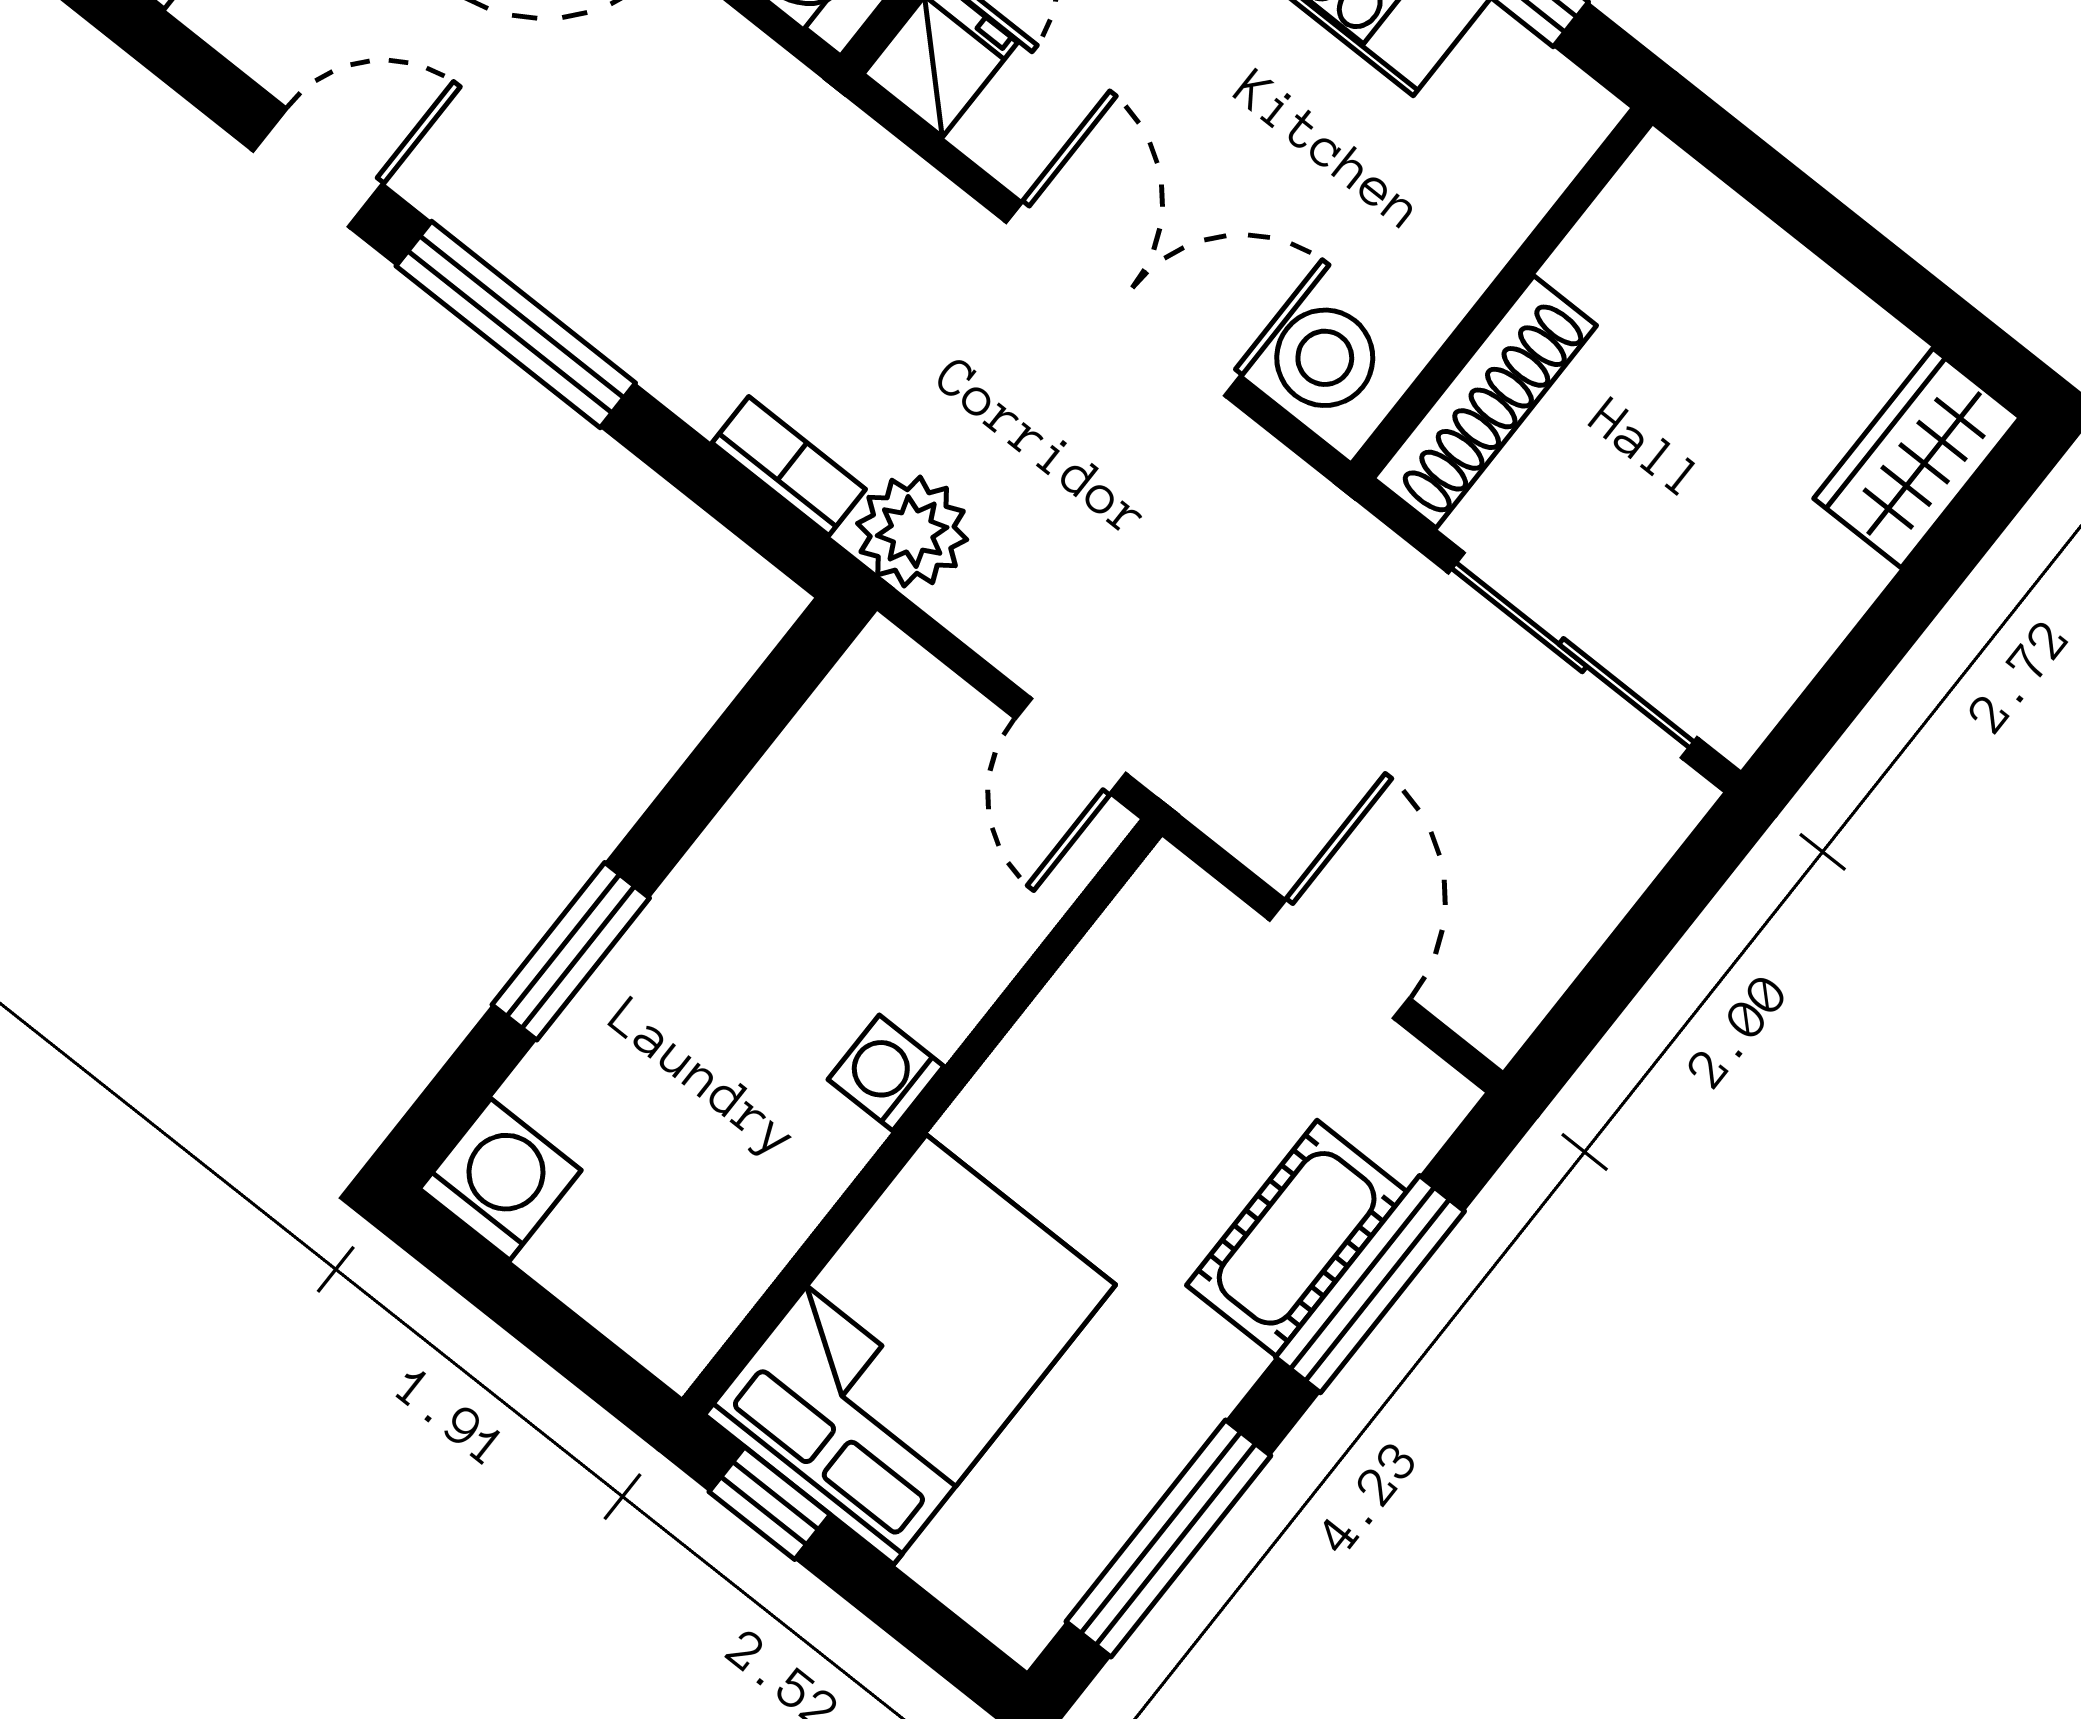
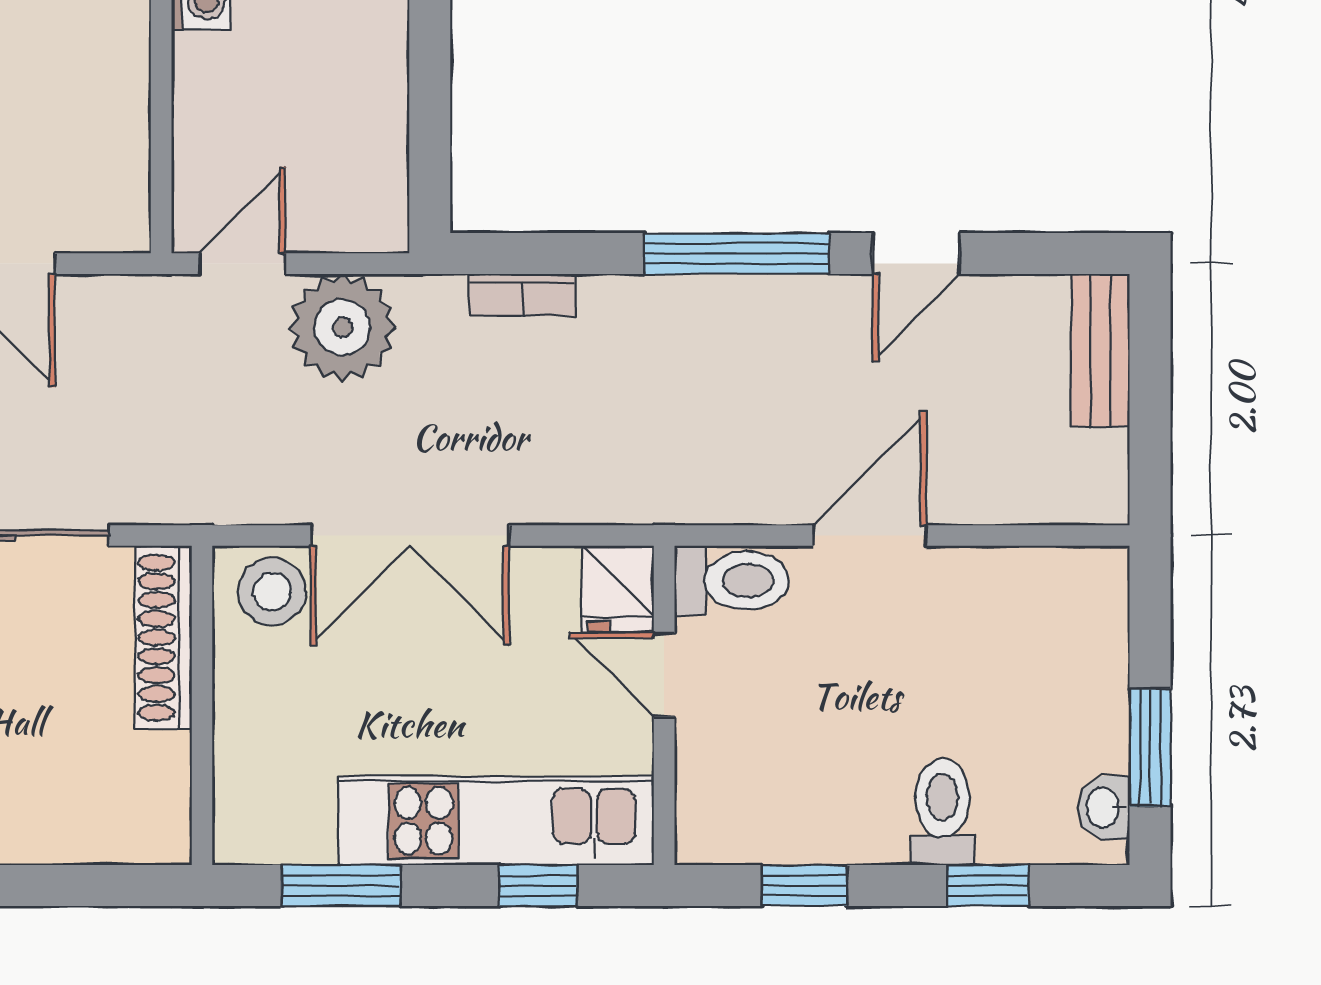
plant: (912, 531) -> (342, 327), moved, width x1.36, depth x1.36
door: (1071, 746) -> (242, 264), hinge flipped

